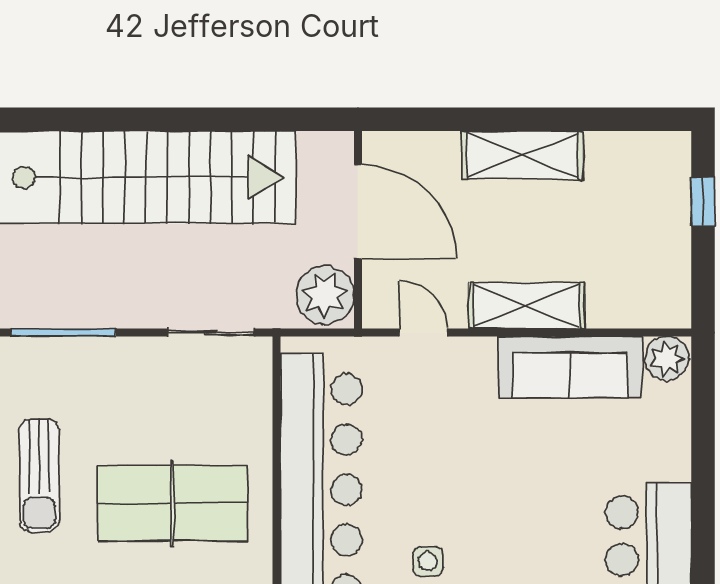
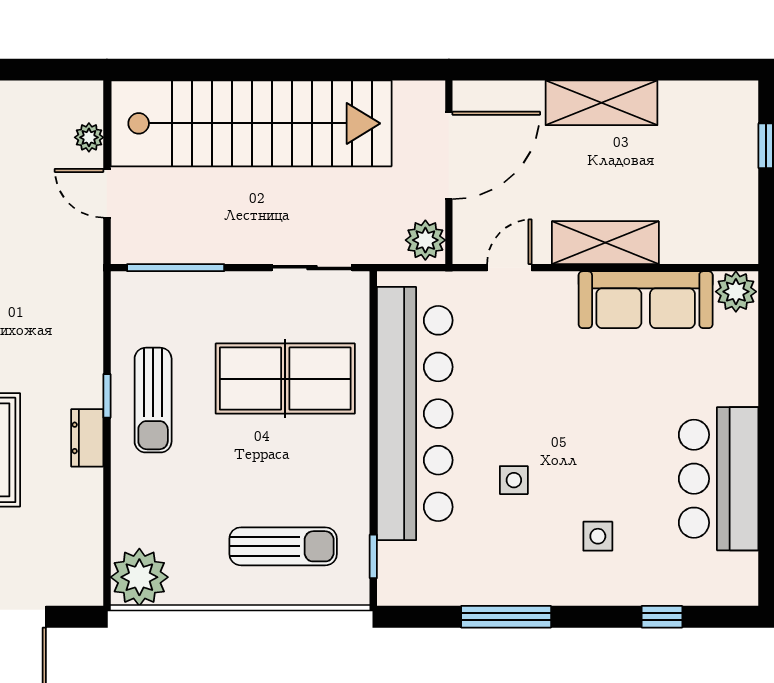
door: (358, 212) -> (449, 155), hinge flipped
plant: (325, 295) -> (425, 240), width x0.73, depth x0.73
door: (423, 333) -> (509, 268), hinge flipped
table tennis table: (172, 503) -> (285, 379), moved

